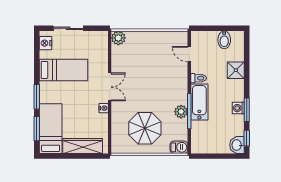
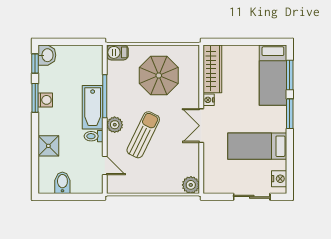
sun lounger: (158, 79) -> (143, 135), added
plant: (181, 112) -> (115, 125), moved
wardrobe: (83, 146) -> (212, 69), moved, turned -90

